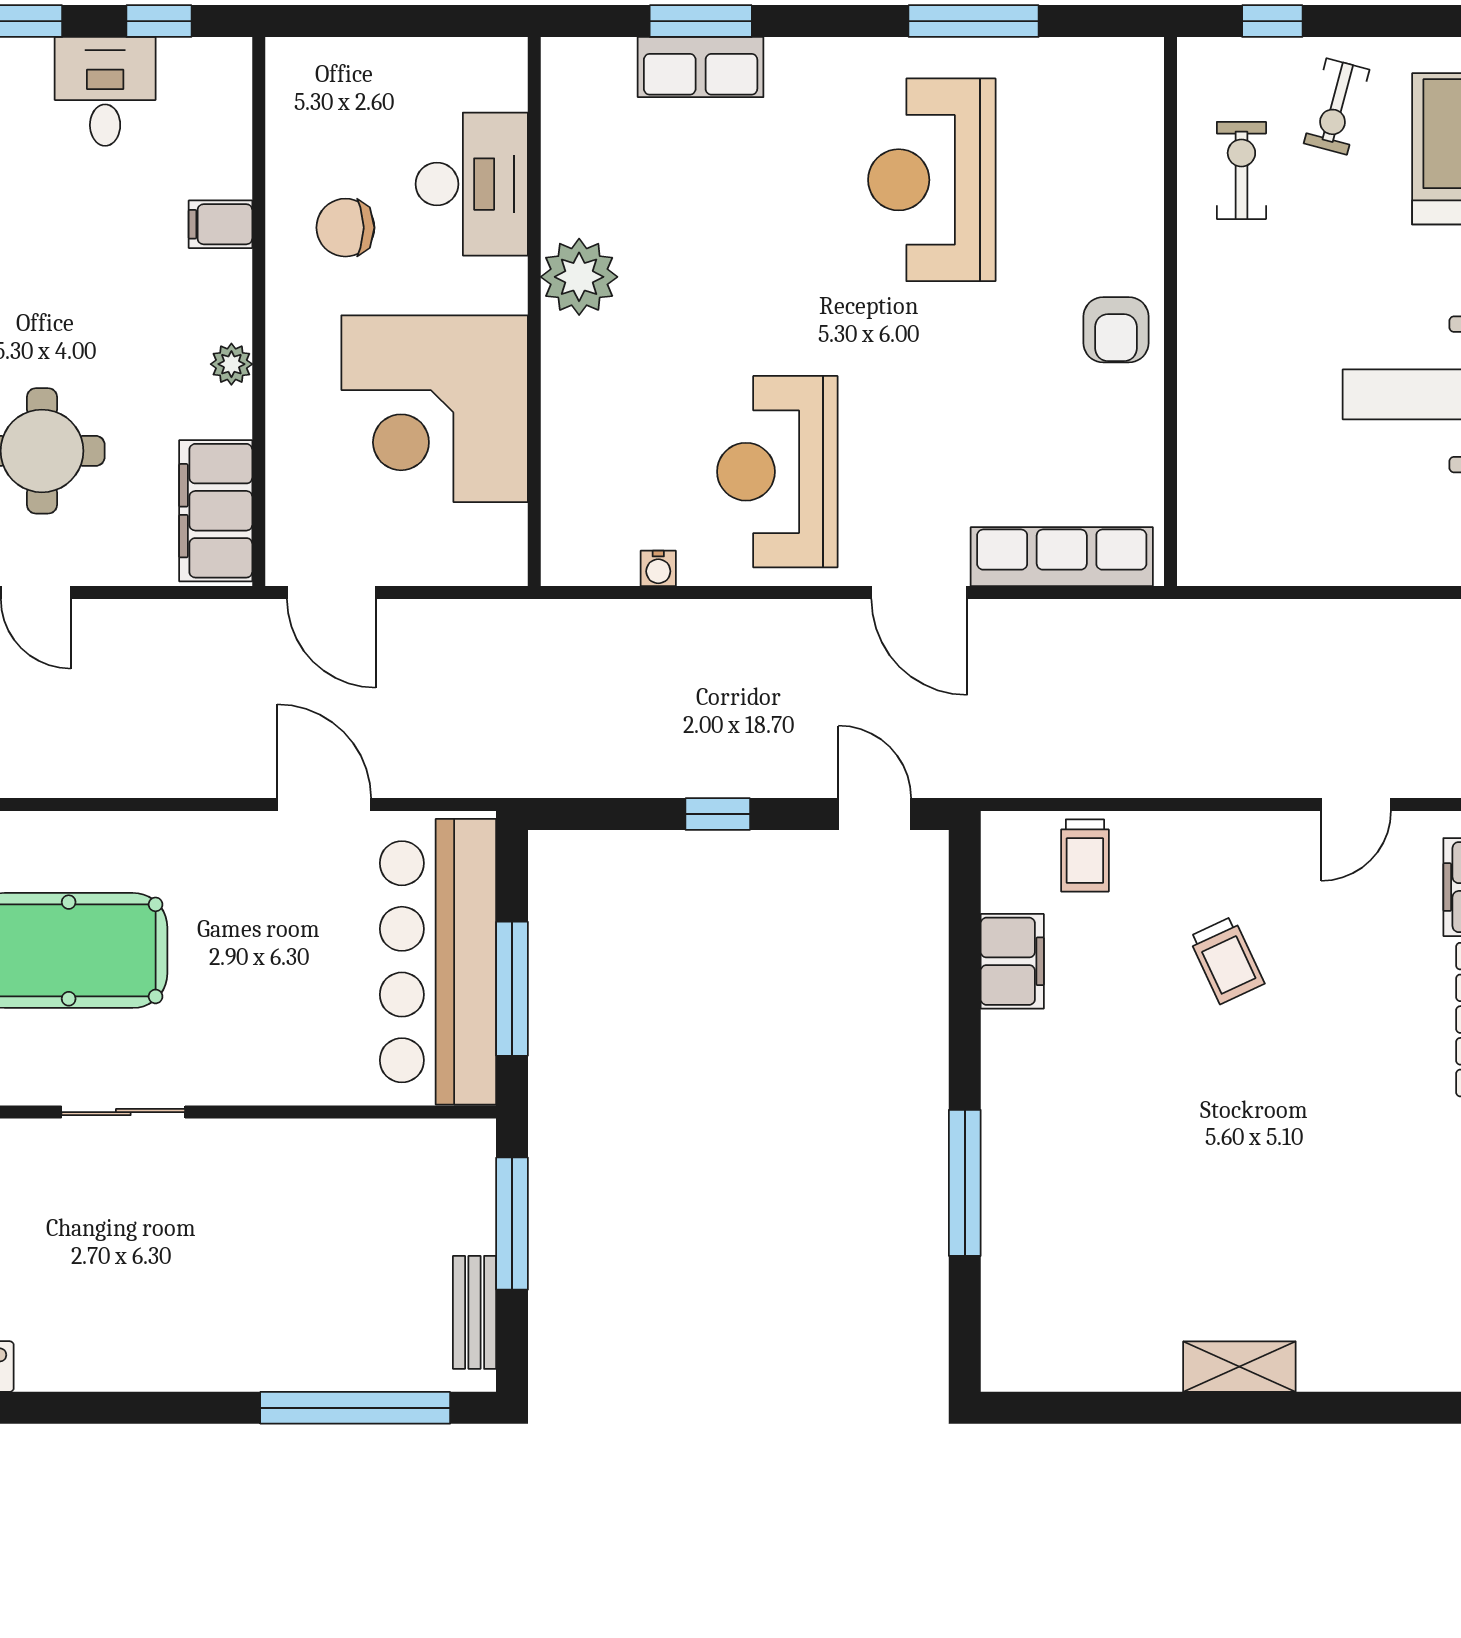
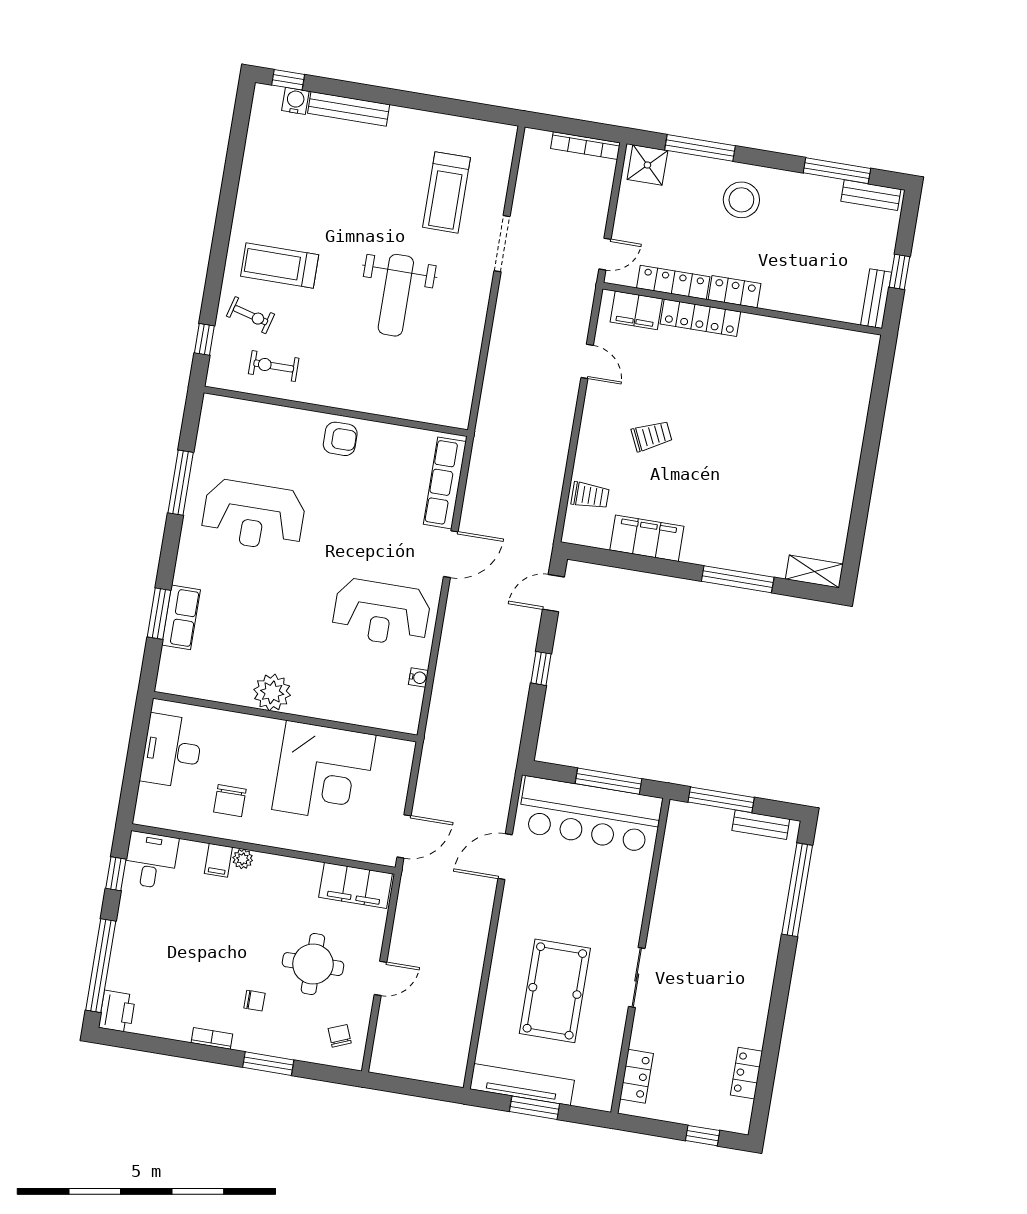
desk: (105, 91) -> (151, 860), moved, turned 90
desk: (472, 184) -> (172, 751), moved, turned -90
plant: (231, 364) -> (243, 859), moved
filing cabinet: (1012, 961) -> (647, 538), width x1.50, depth x1.17
shelving: (1239, 1367) -> (814, 572), moved, turned 90

